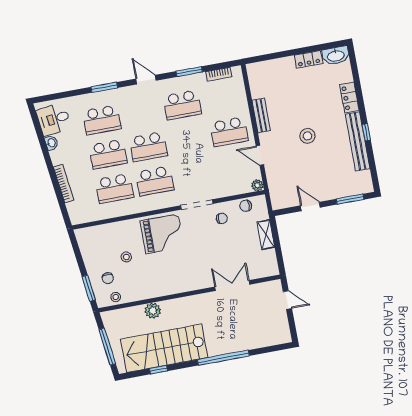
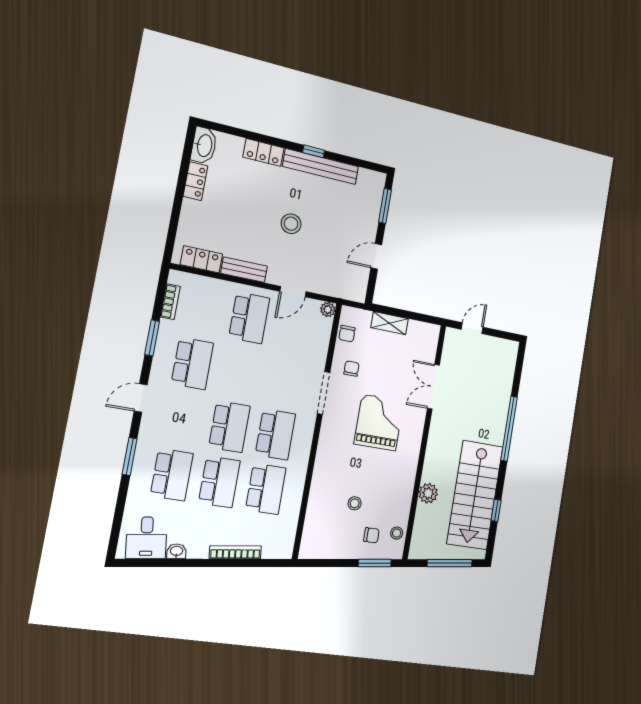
locker: (256, 84) -> (201, 259), added
grand piano: (162, 234) -> (379, 422), moved

